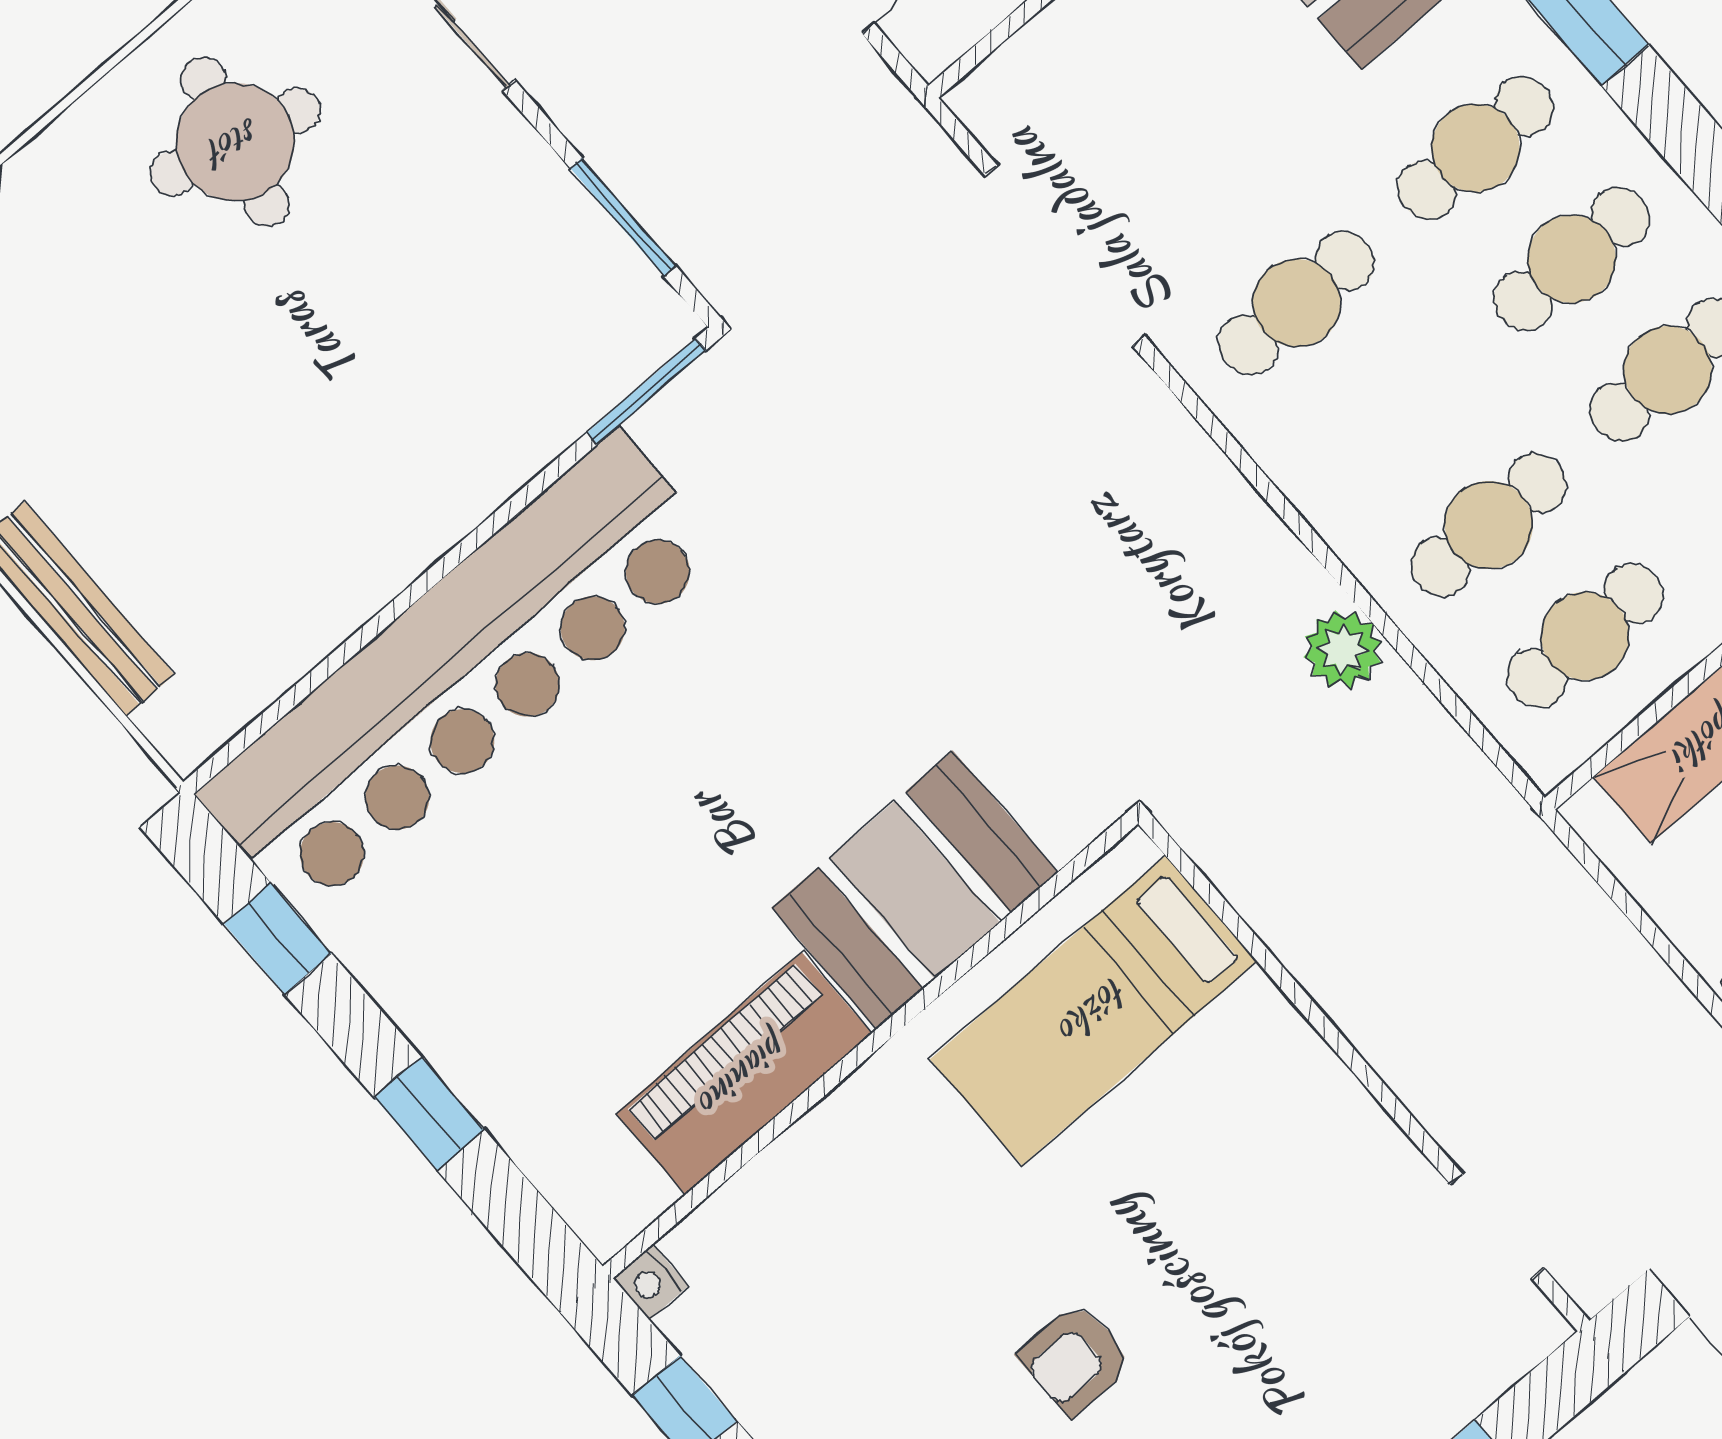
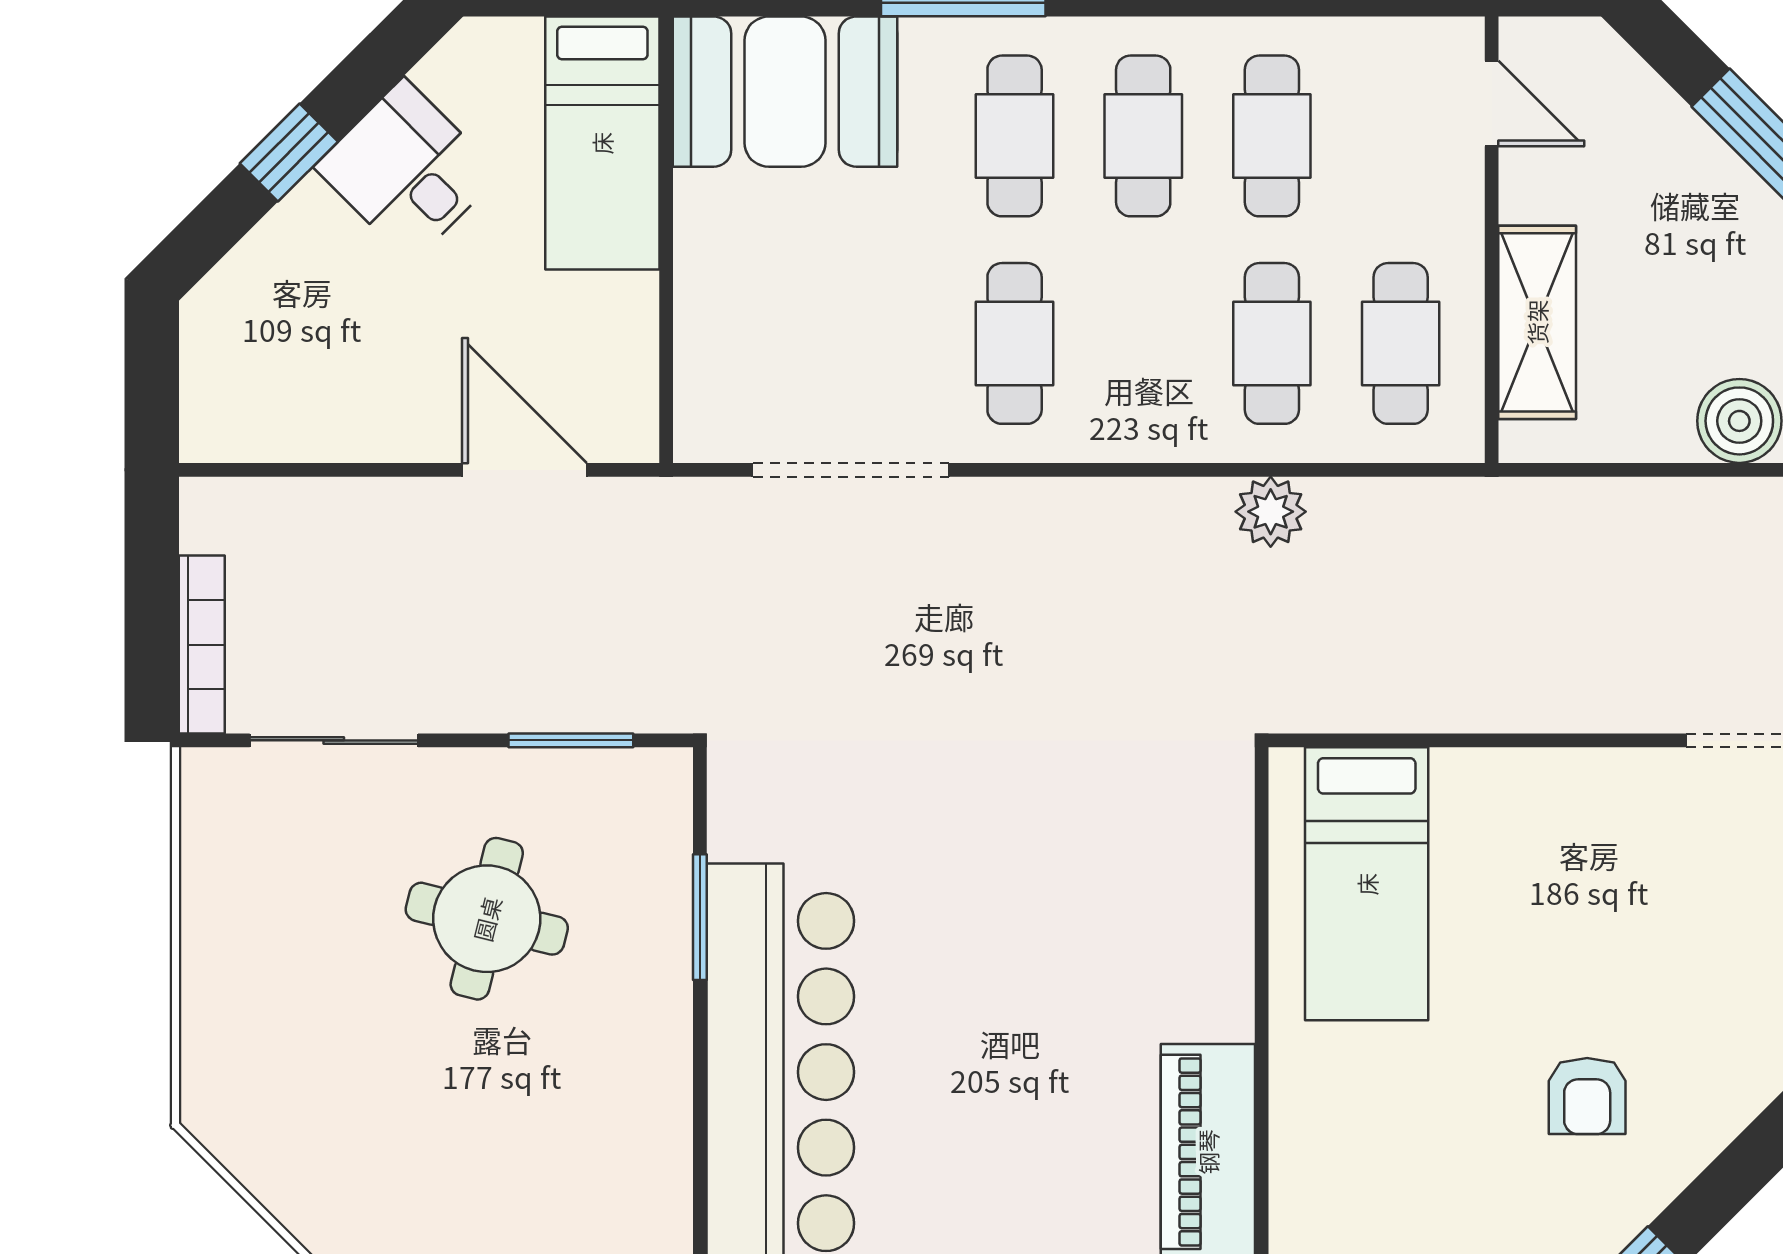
round table: (235, 142) -> (487, 919), moved
window: (646, 392) -> (700, 917), moved
booth: (915, 890) -> (1184, 933), removed

